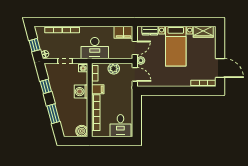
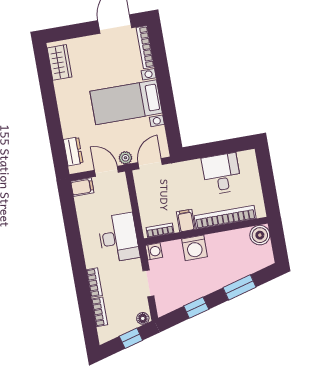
filing cabinet: (123, 32) -> (82, 187), width x0.50
bed with nightstands: (176, 46) -> (126, 102), moved, turned 180
plant: (114, 69) -> (147, 200), removed
desk: (120, 126) -> (222, 174), moved, turned -90

